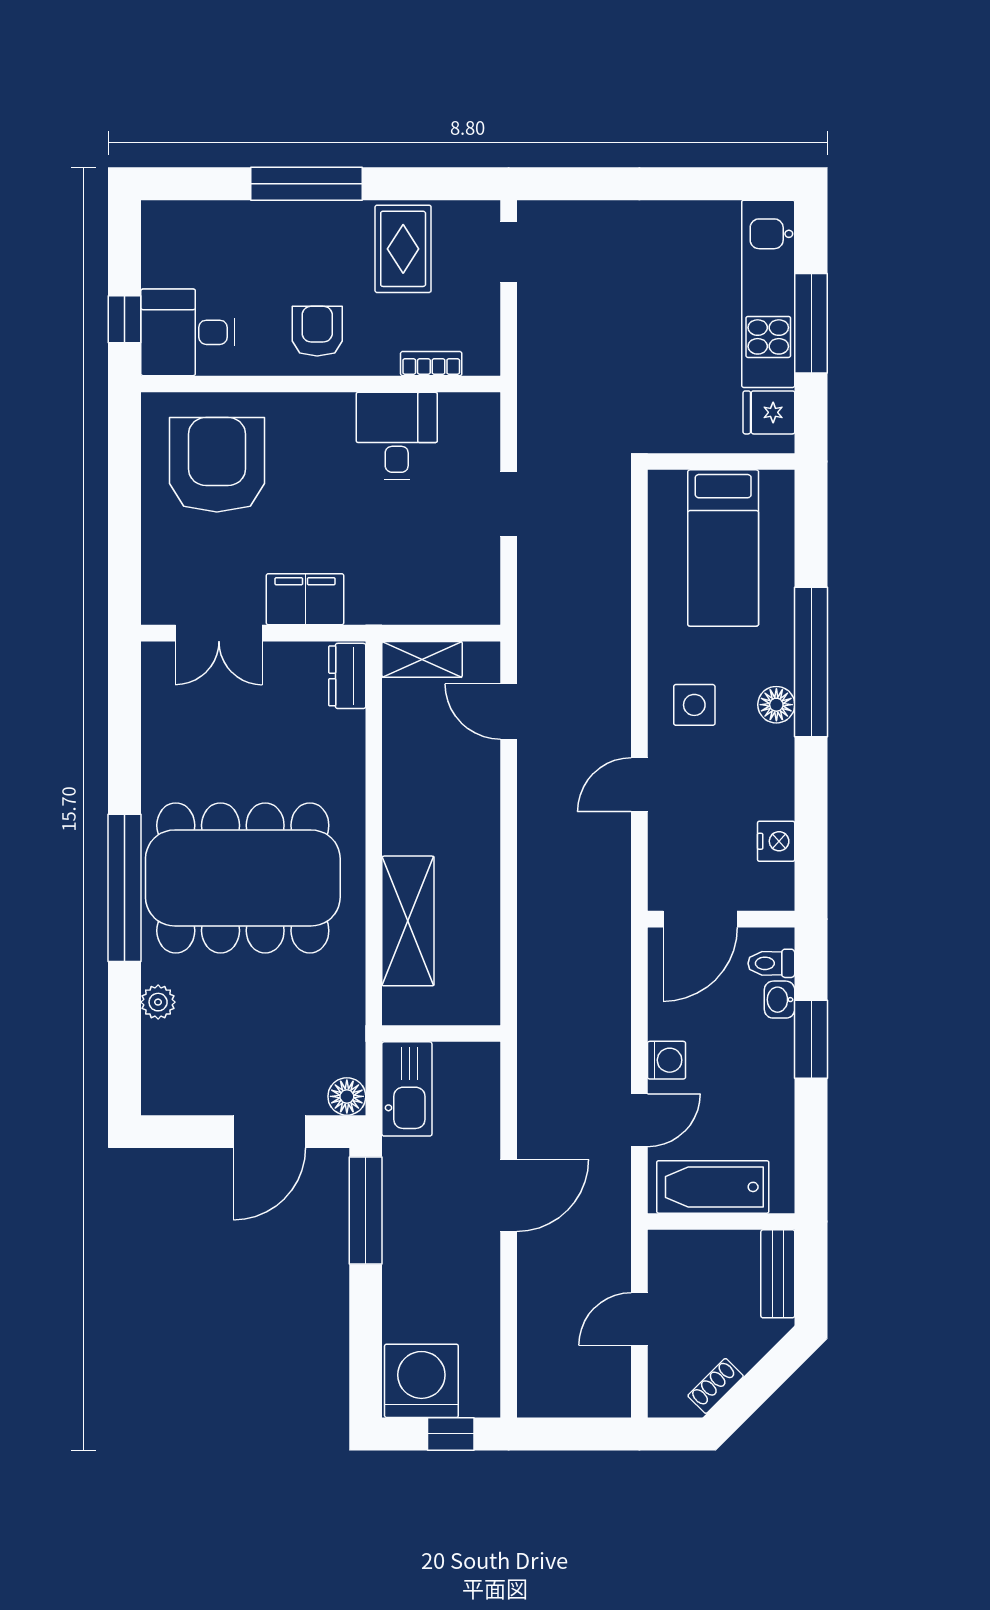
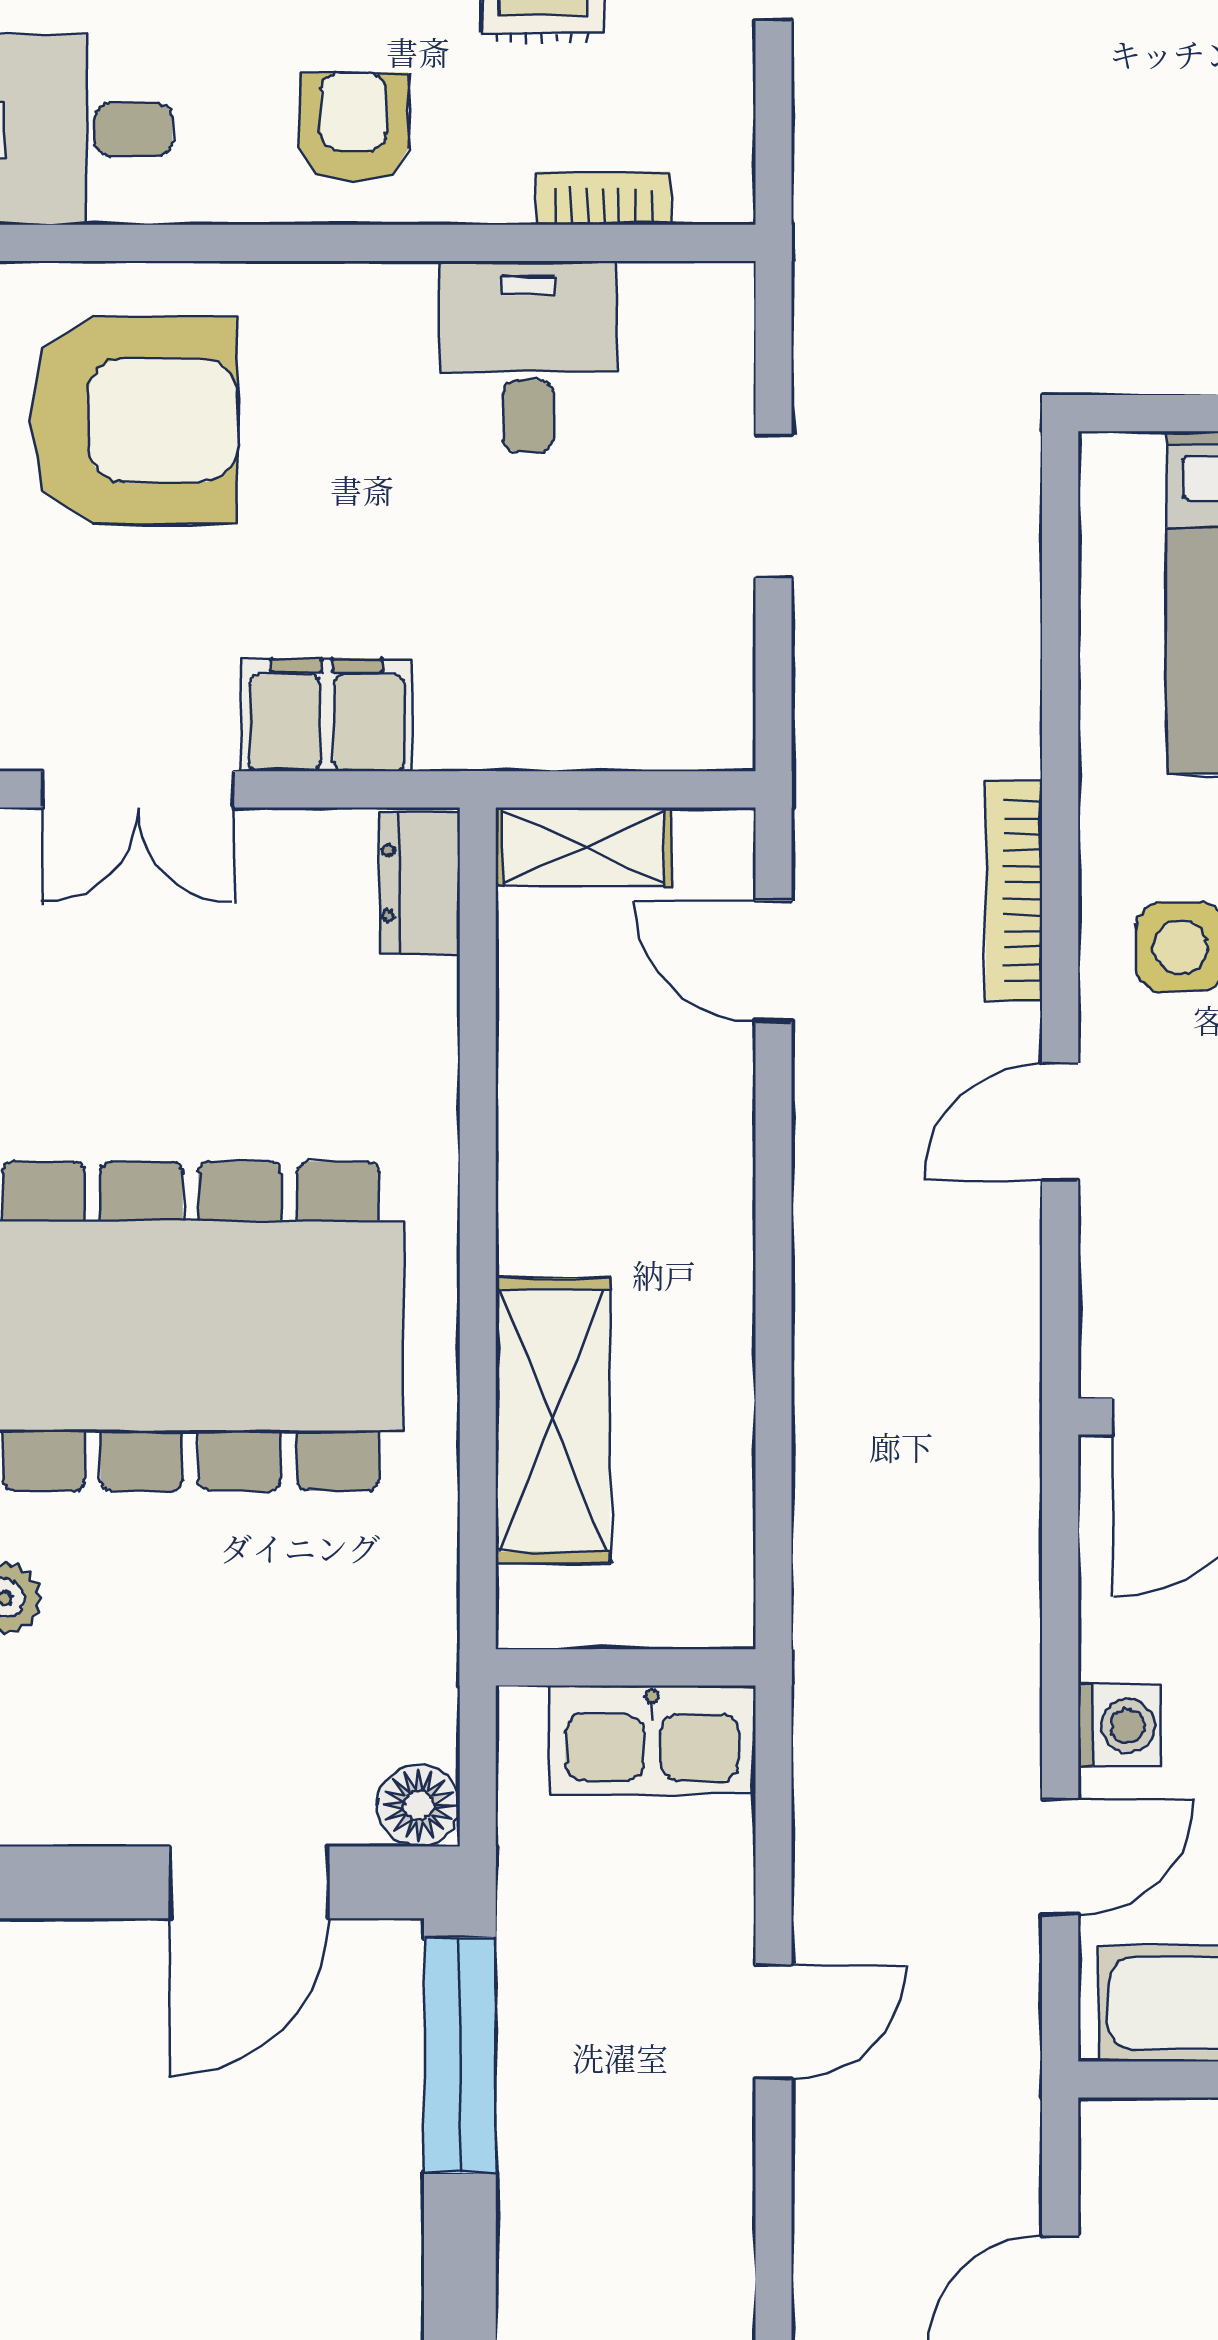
armchair: (217, 465) -> (134, 420), turned 90
bookcase: (618, 679) -> (1014, 891), added
kitchen sink: (407, 1089) -> (652, 1740), moved, turned 90
door: (509, 1195) -> (773, 2022), width x0.73

